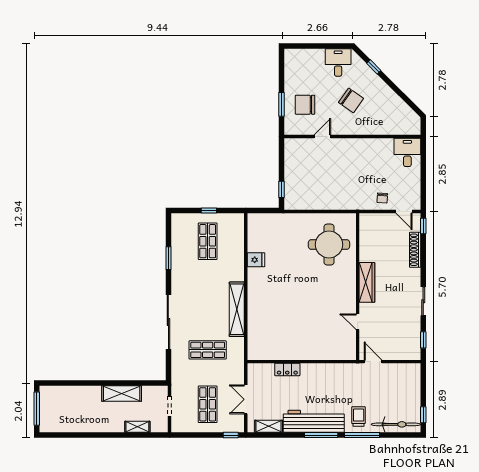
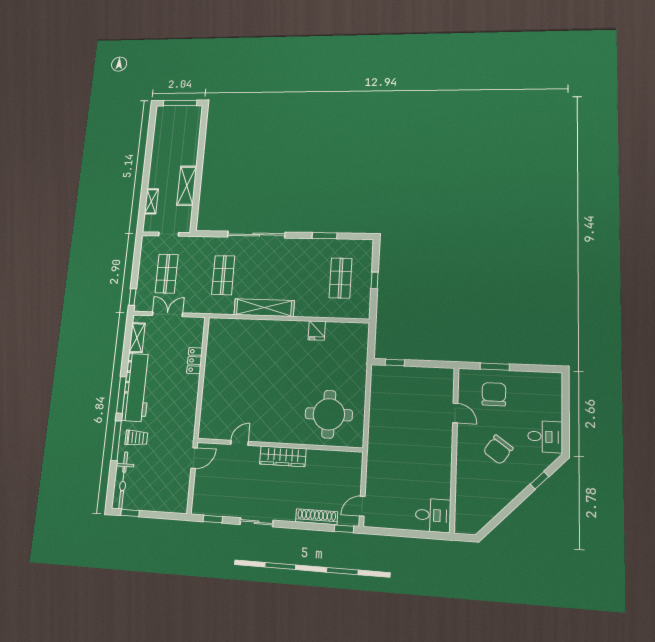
chair: (382, 198) -> (380, 481), removed
shop shelf: (208, 241) -> (341, 278), turned 90
shop shelf: (208, 404) -> (167, 274), turned 90

